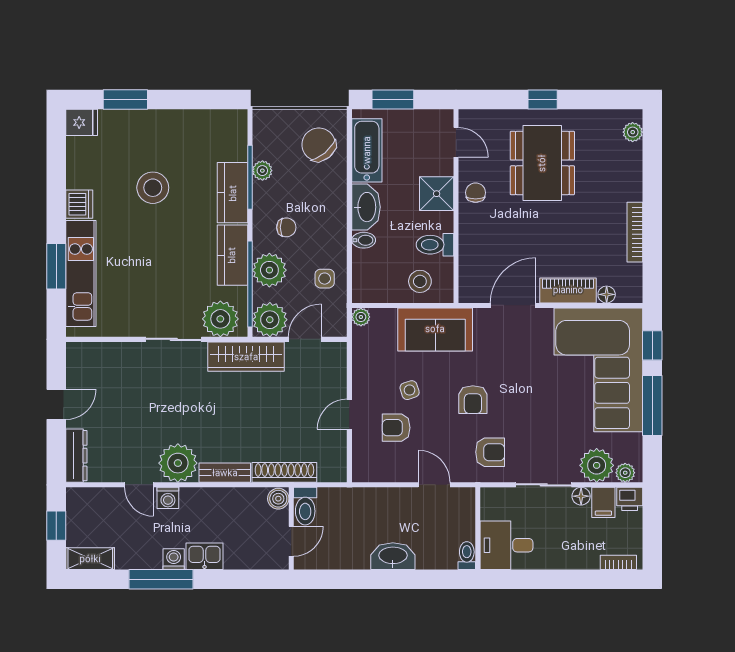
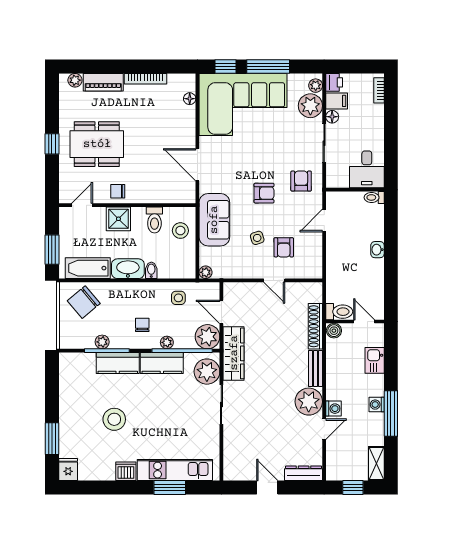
plant: (269, 270) -> (167, 342), width x0.53, depth x0.53
piano: (568, 290) -> (103, 82), moved, turned -90
kitchen sink: (204, 556) -> (375, 360), moved
washbasin: (393, 556) -> (377, 250), width x0.52, depth x0.69

